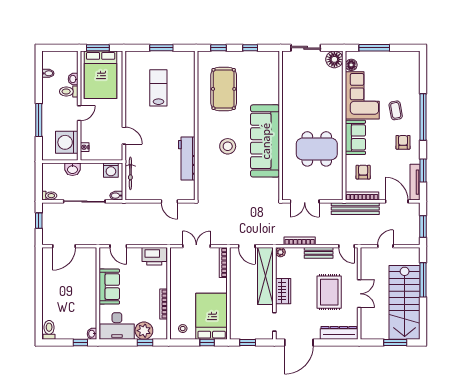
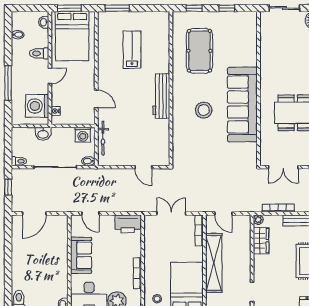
window: (161, 48) -> (117, 8), moved
washbasin: (73, 79) -> (44, 22), moved
workbench: (187, 158) -> (161, 96), moved
shelving: (265, 276) -> (214, 263), moved
wardrobe: (283, 291) -> (261, 241), moved

